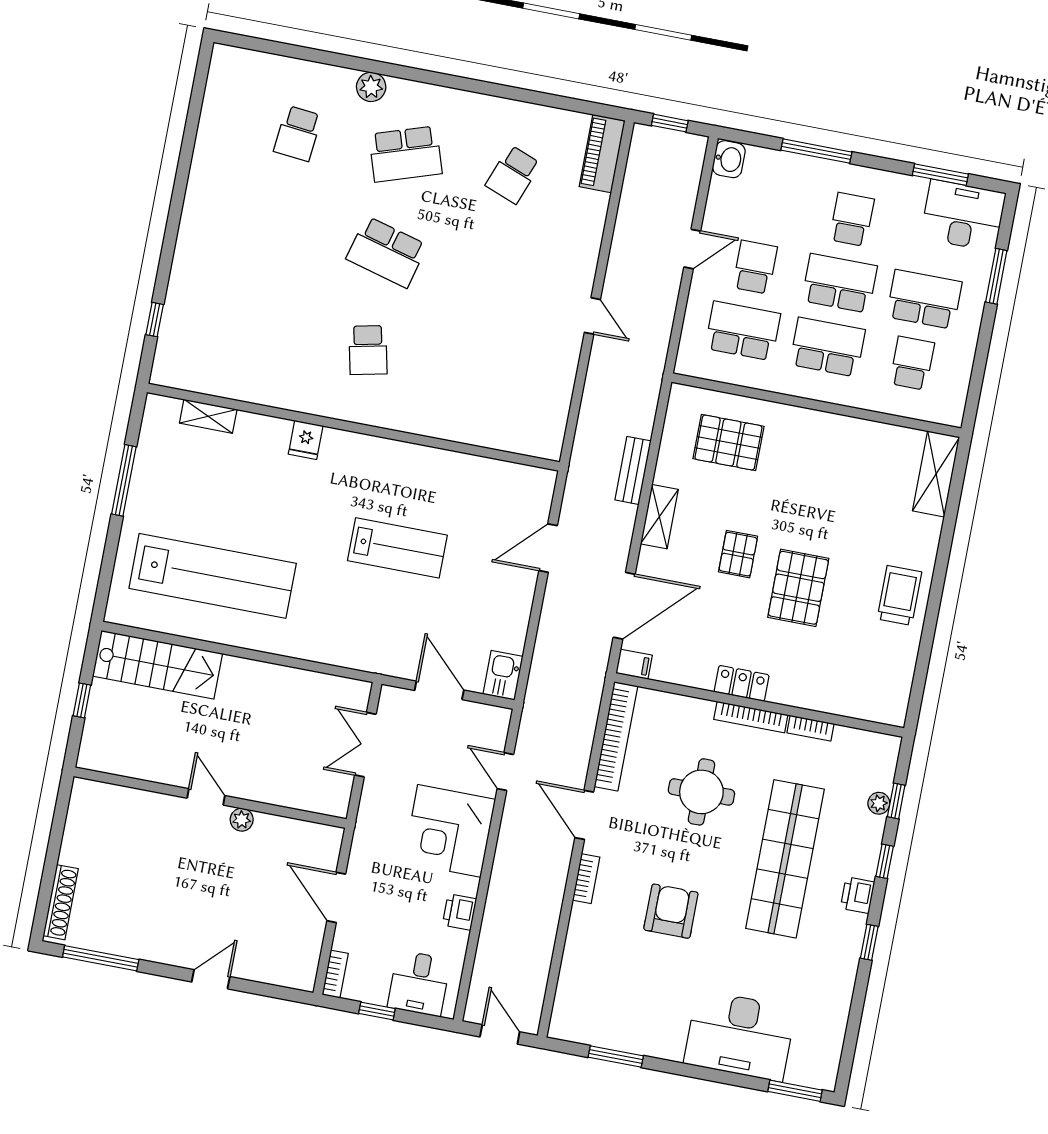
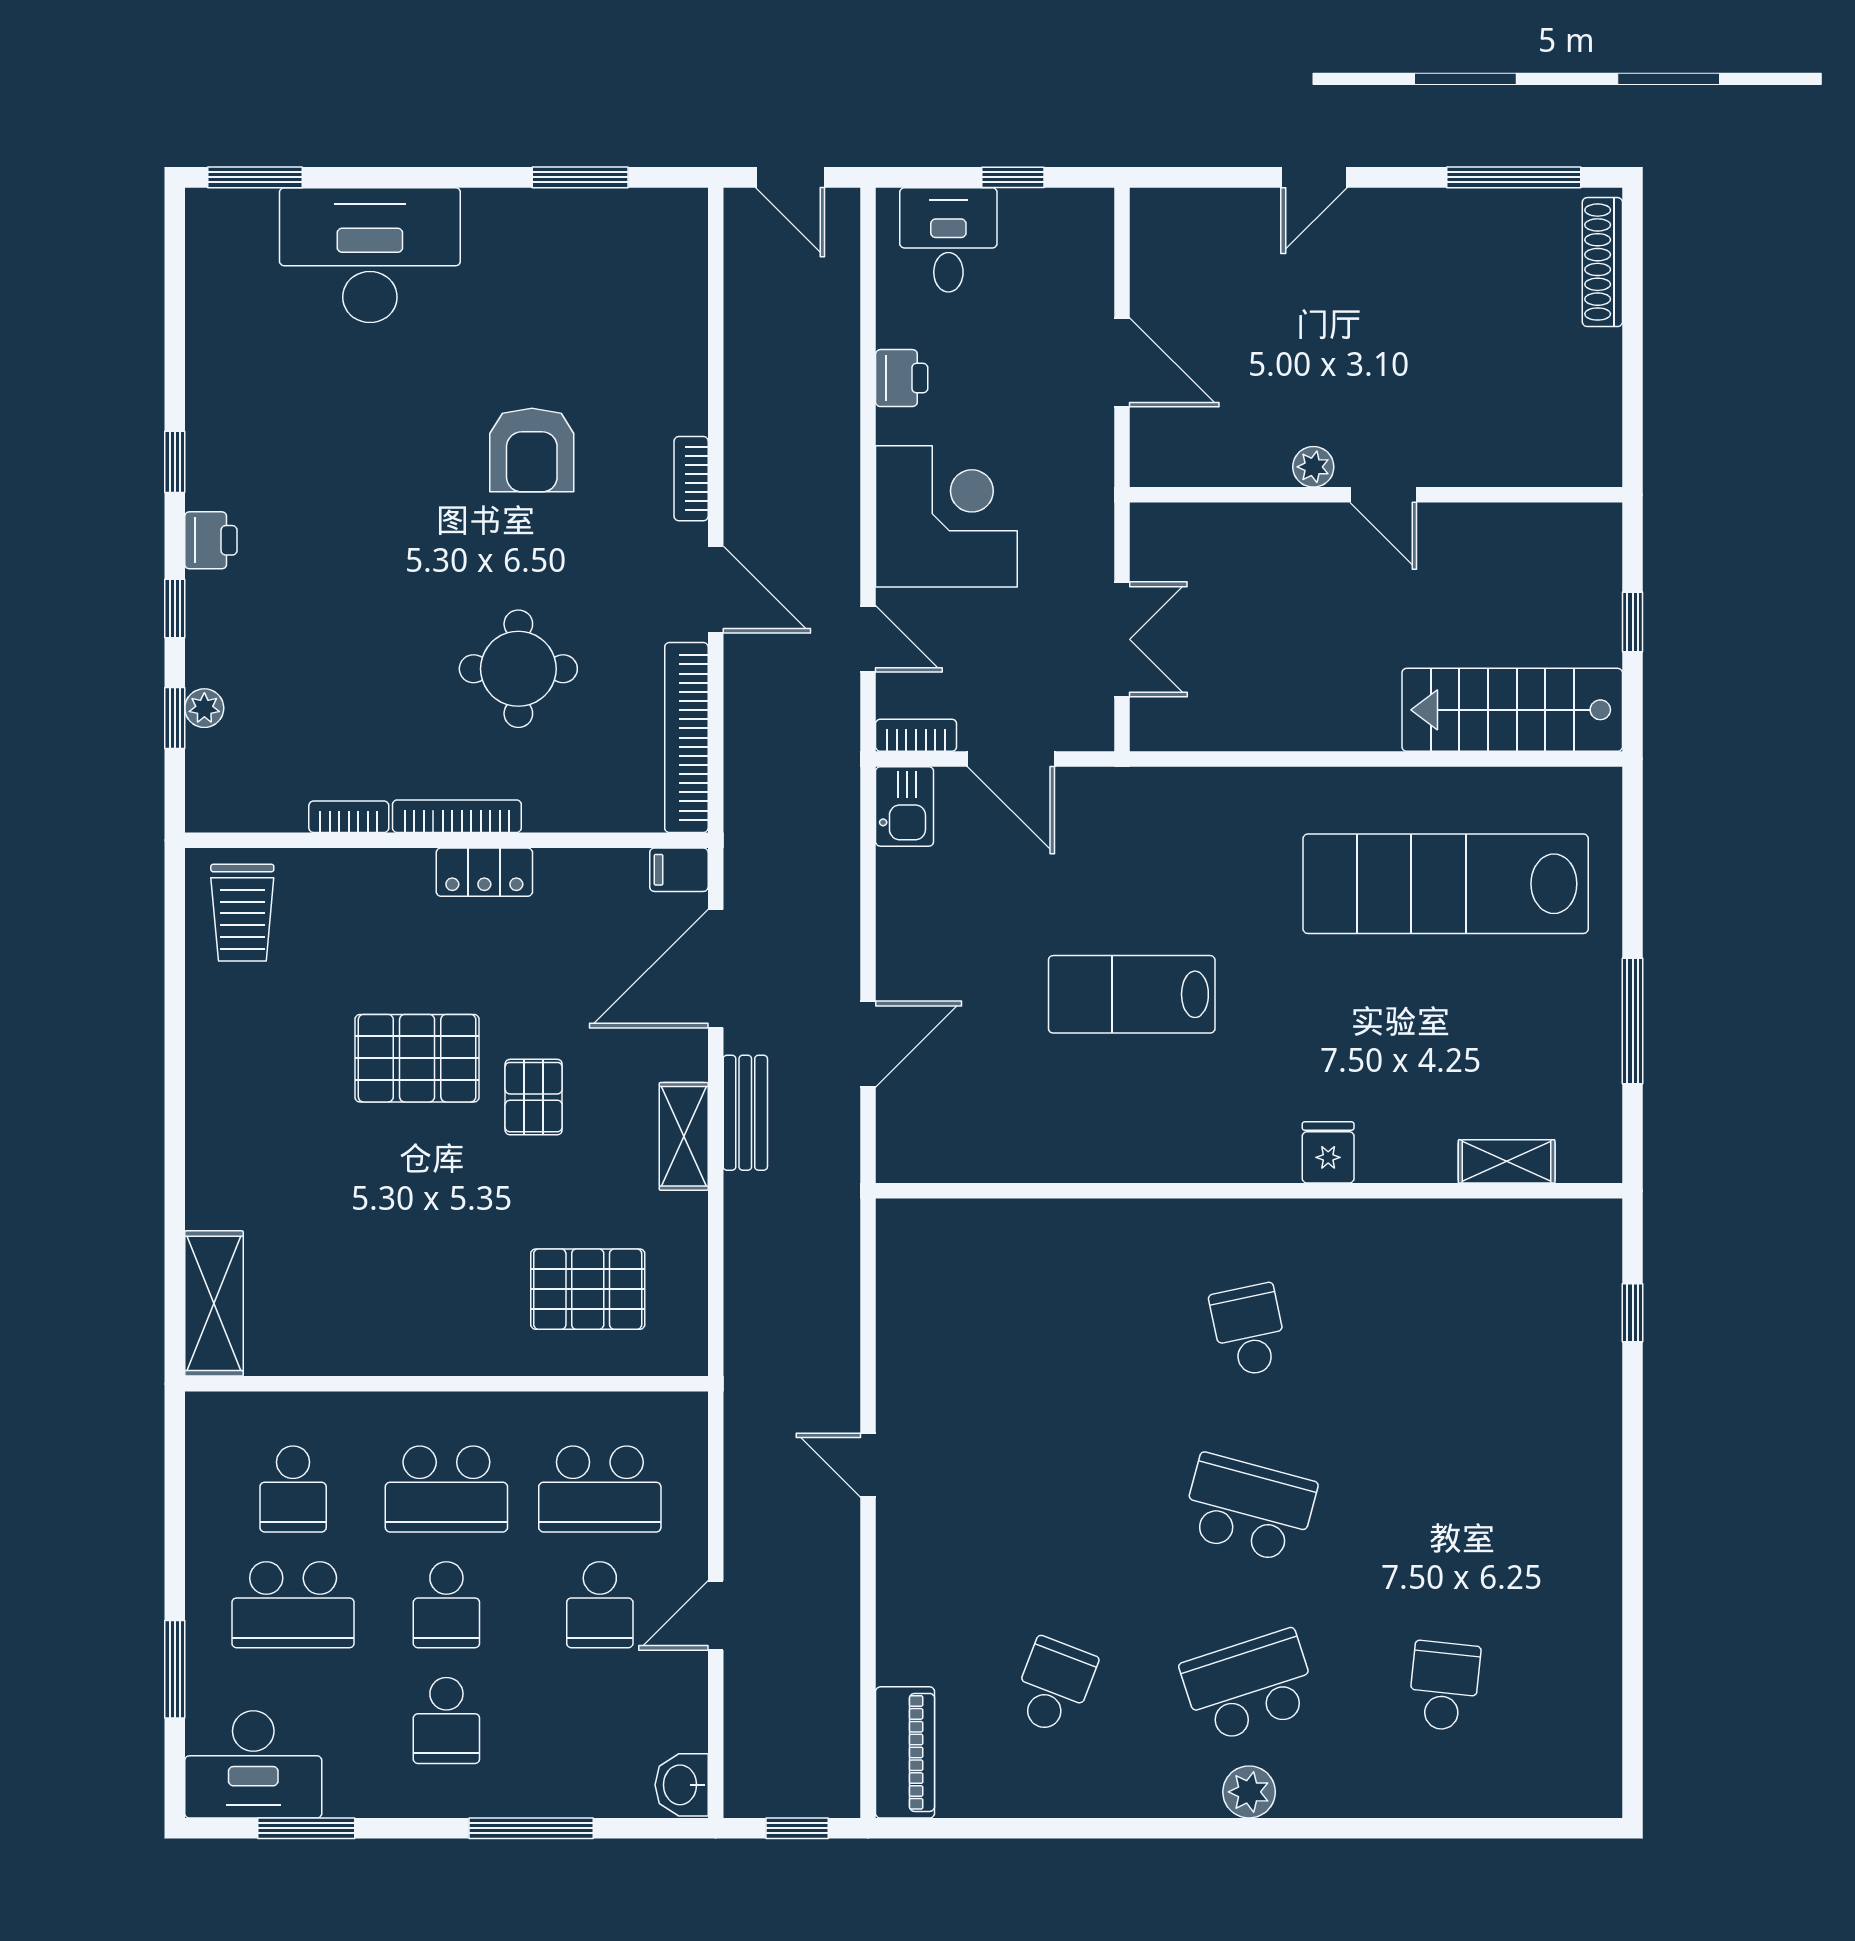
plant: (371, 87) -> (1249, 1792), moved
school desk: (840, 283) -> (446, 1605), width x0.54
bench: (633, 470) -> (745, 1113), moved
pallet: (798, 588) -> (417, 1058), turned 90
trolley: (899, 595) -> (242, 913), moved
shop shelf: (785, 859) -> (350, 580), removed
bookcase: (335, 974) -> (916, 735), moved, turned 90

